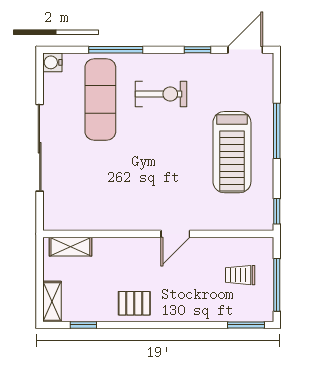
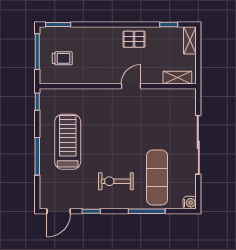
door: (175, 234) -> (131, 86), moved

